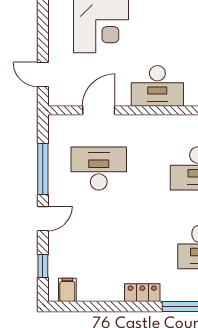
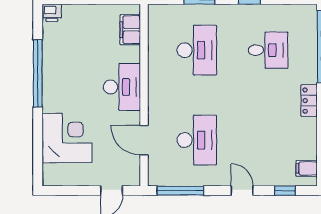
window: (43, 169) -> (180, 191), moved
desk: (99, 169) -> (197, 140), turned 180

